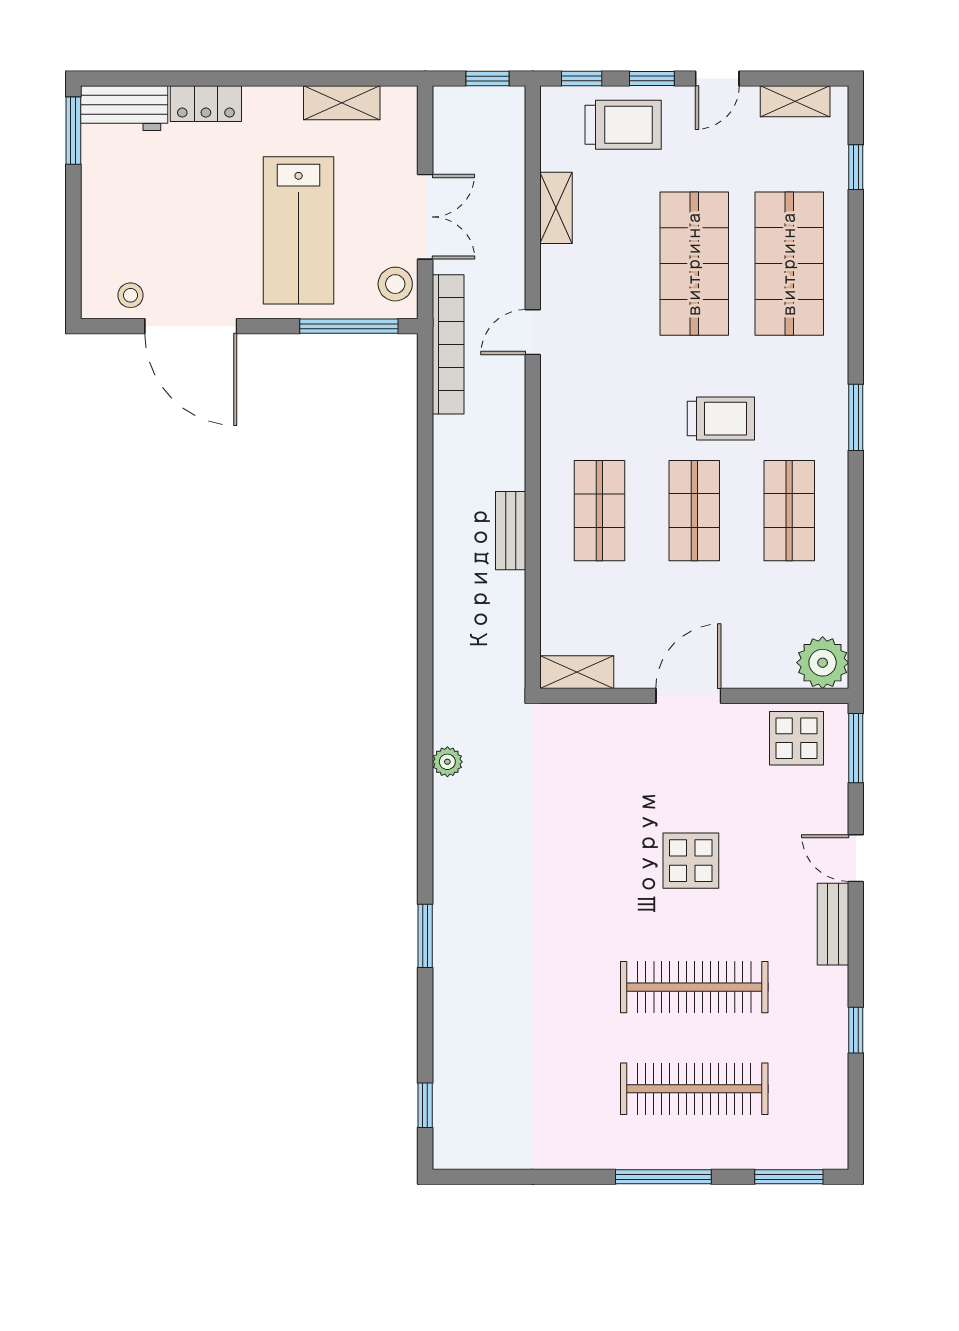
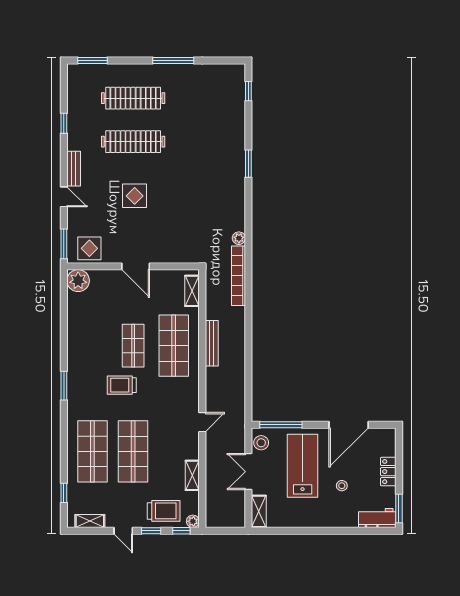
window: (488, 79) -> (222, 531), removed
door: (717, 79) -> (123, 531), swing flipped
plant: (555, 101) -> (193, 521), added
shelving: (342, 103) -> (259, 511), moved, turned 90
locker: (206, 104) -> (388, 472), moved, turned -90
trolley: (623, 125) -> (164, 511), turned 180
stool: (130, 295) -> (342, 486), moved
door: (191, 326) -> (349, 425), swing flipped
bookcase: (448, 344) -> (238, 276), moved
shop shelf: (599, 511) -> (174, 346), width x1.43, depth x1.36
shop shelf: (789, 511) -> (92, 346), removed
bench: (511, 531) -> (212, 343), width x1.36
shelving: (577, 672) -> (192, 291), moved, turned 90
door: (688, 696) -> (136, 266), hinge flipped
window: (663, 1177) -> (173, 60), moved

